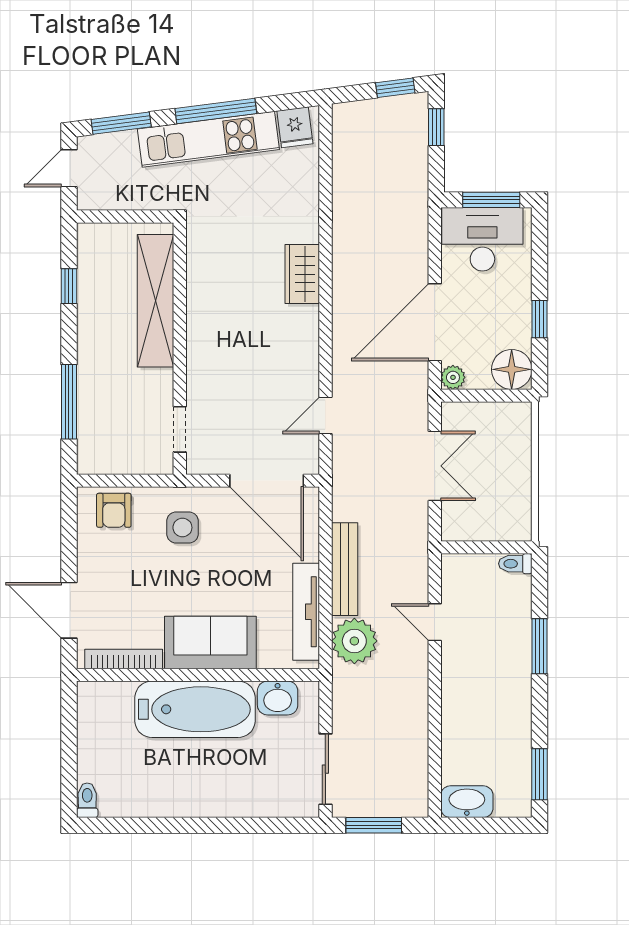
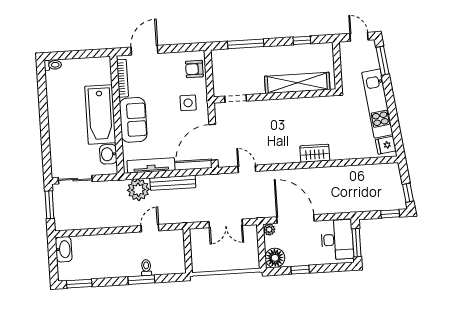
window: (216, 111) -> (391, 106), removed
toilet: (515, 564) -> (146, 268), moved

